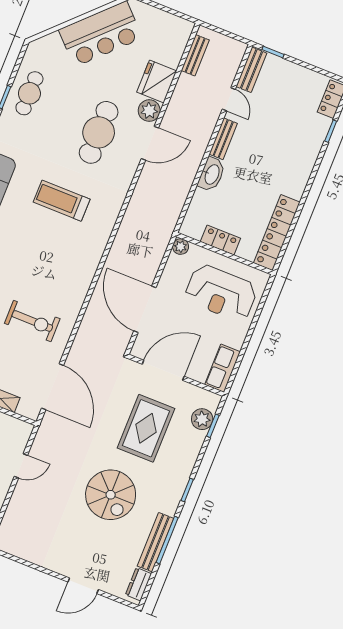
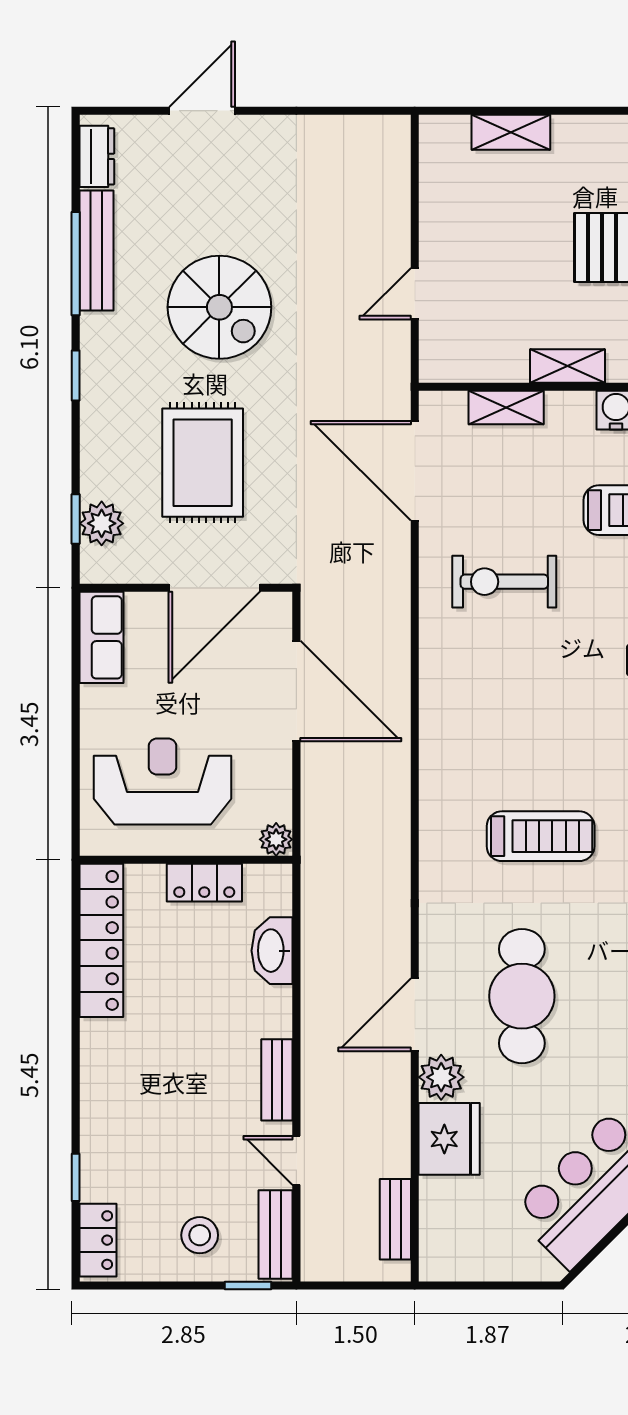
stool: (286, 83) -> (200, 1235), added
washbasin: (212, 174) -> (272, 951), moved
spiral stairs: (111, 495) -> (219, 307), turned 180

